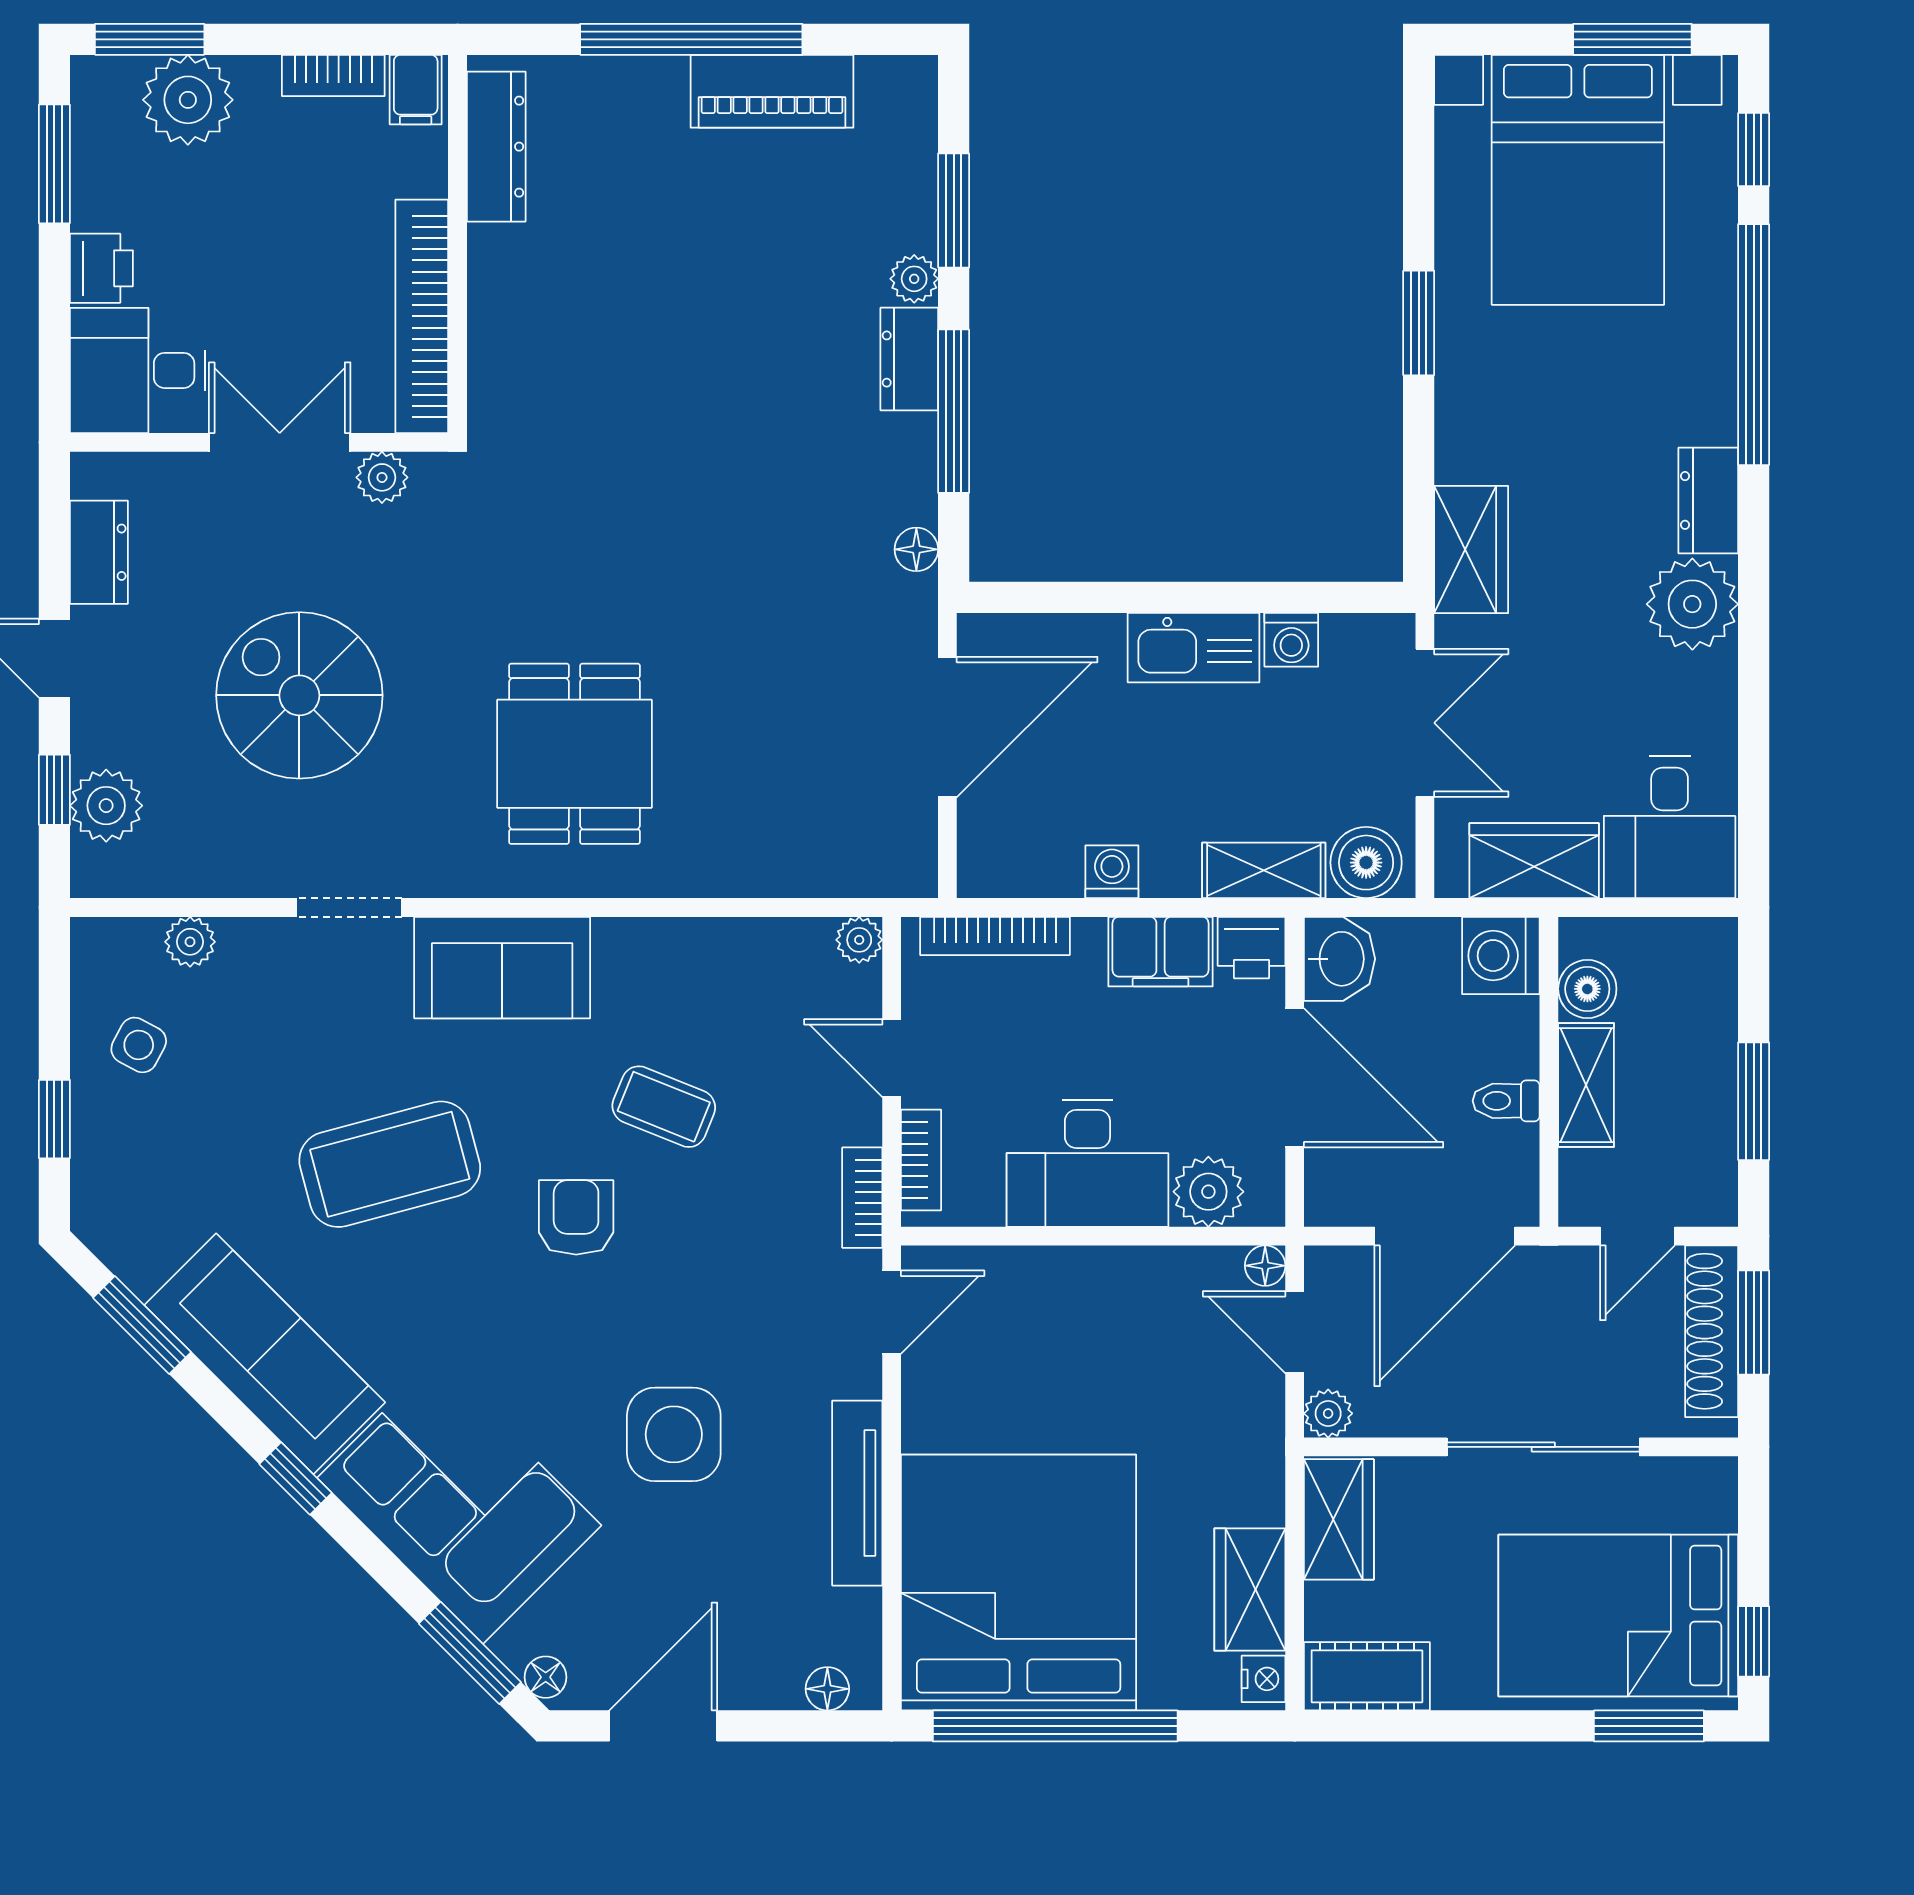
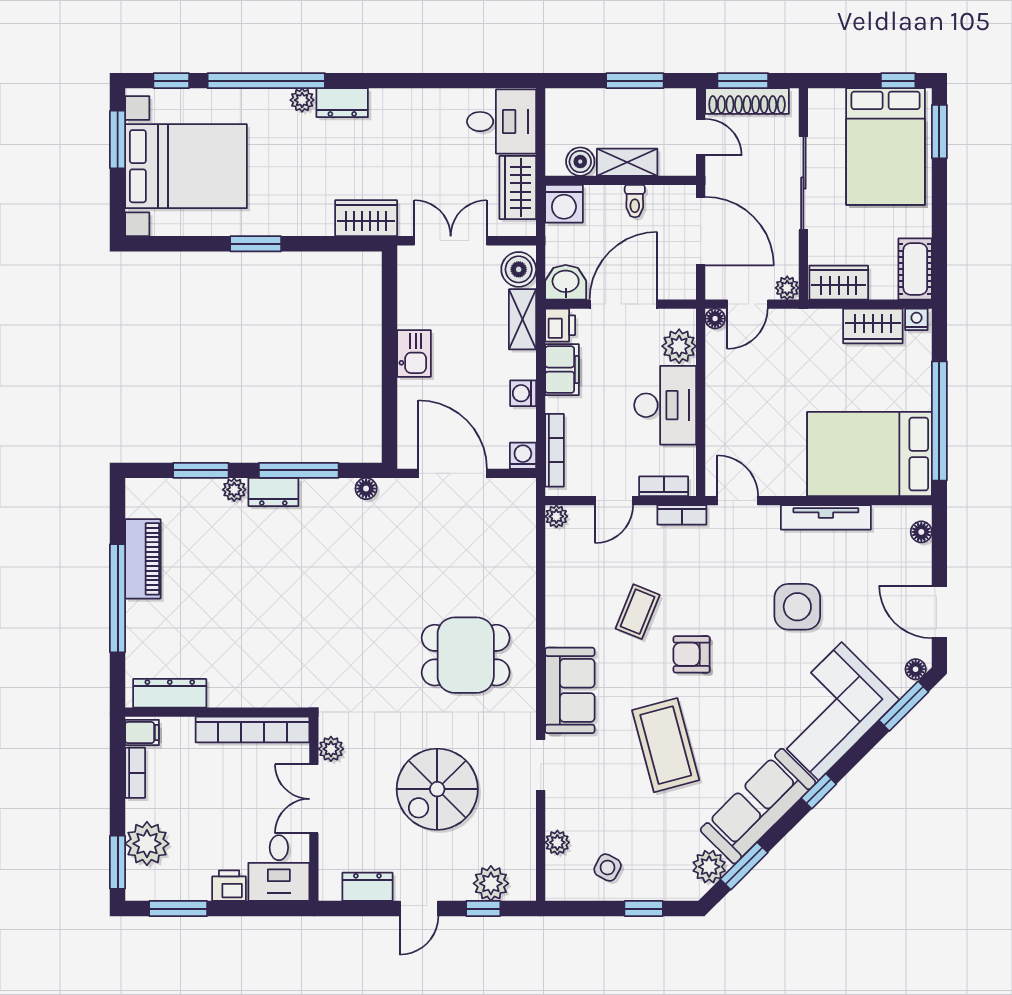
plant: (1692, 604) -> (302, 100), moved, width x0.53, depth x0.53
washing machine: (1291, 640) -> (523, 456), moved, turned -90
kitchen sink: (1194, 648) -> (414, 353), width x0.73
plant: (141, 1253) -> (709, 867), added
bed: (1019, 1583) -> (870, 454), width x0.73

